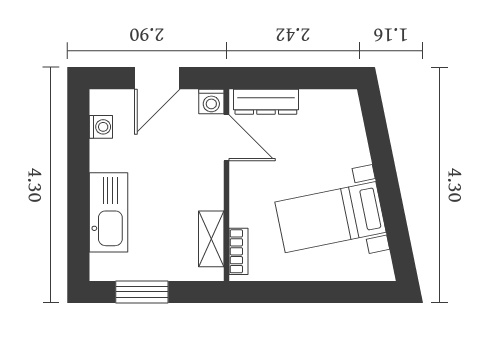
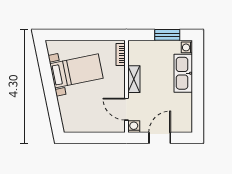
dresser: (266, 102) -> (107, 127), removed
washing machine: (101, 127) -> (187, 47), moved
shelving: (211, 239) -> (134, 79), moved

